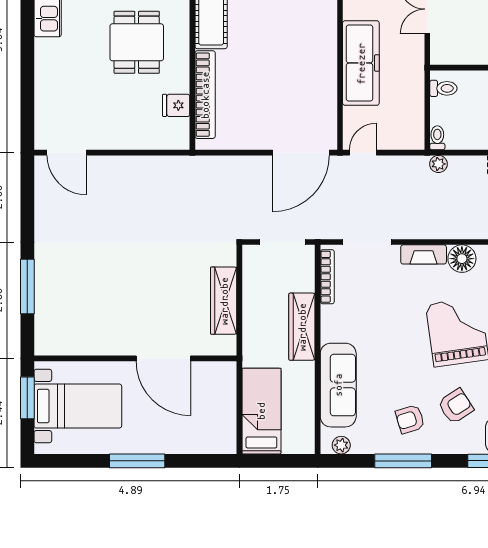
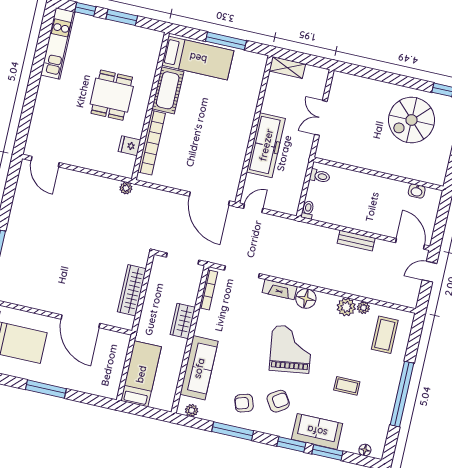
door: (301, 153) -> (209, 199), hinge flipped
plant: (438, 164) -> (126, 188), moved
wardrobe: (302, 327) -> (183, 321), width x0.67

